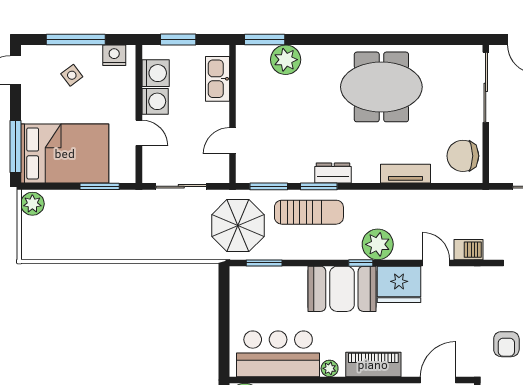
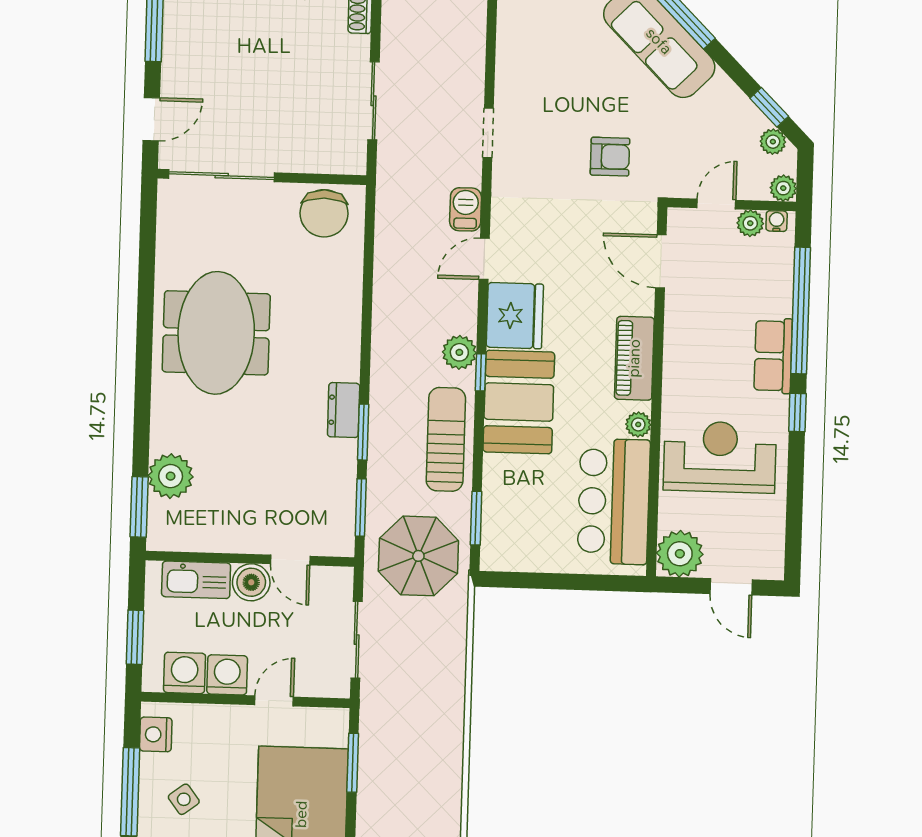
boiler: (217, 115) -> (251, 582), added
tv unit: (405, 174) -> (348, 301), removed
sun lounger: (309, 212) -> (446, 439), moved
plant: (378, 244) -> (459, 352), width x0.73, depth x0.73

